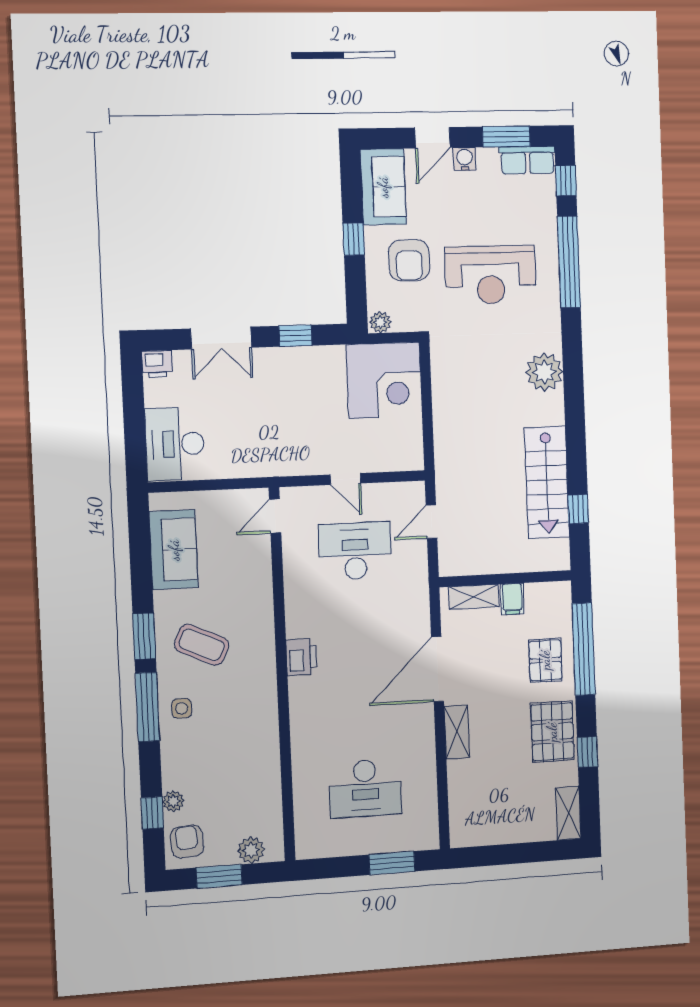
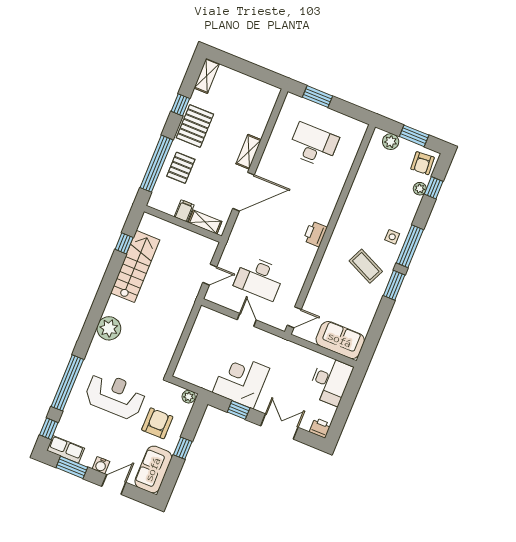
corner desk: (384, 380) -> (241, 380), moved
sofa: (174, 550) -> (340, 340), moved, turned 90

